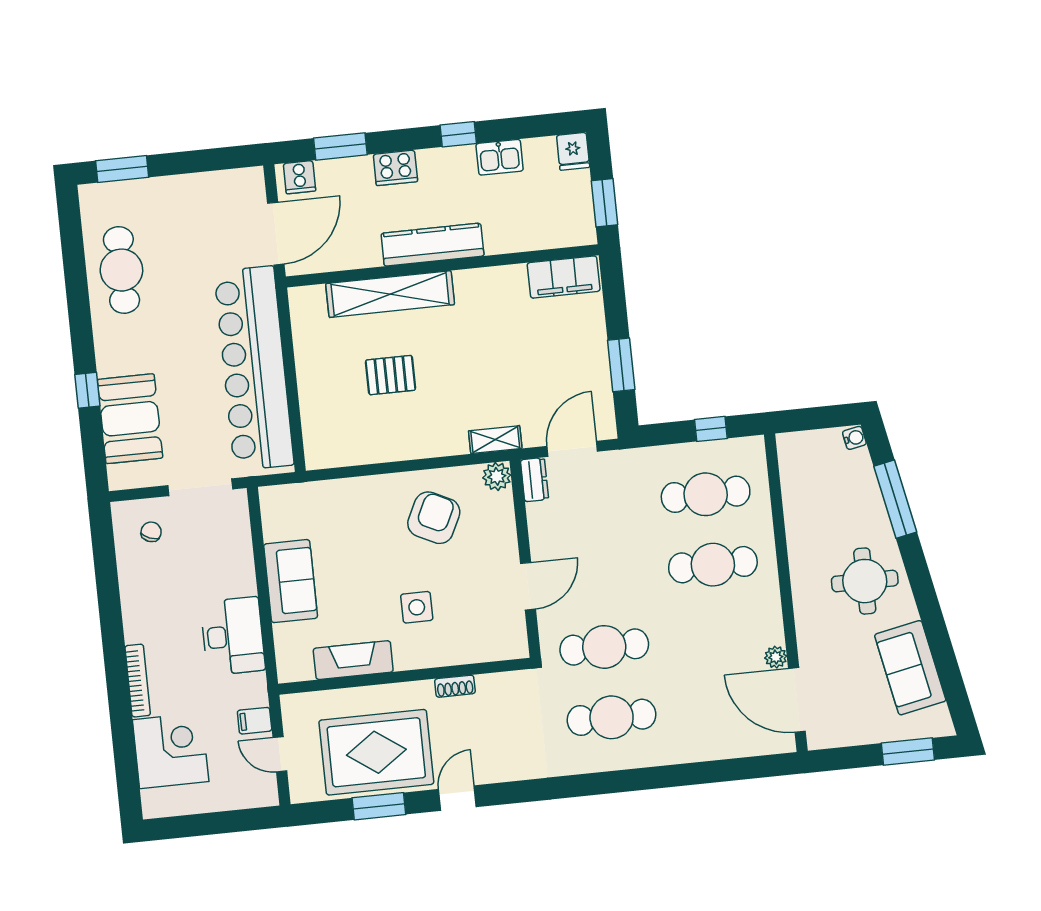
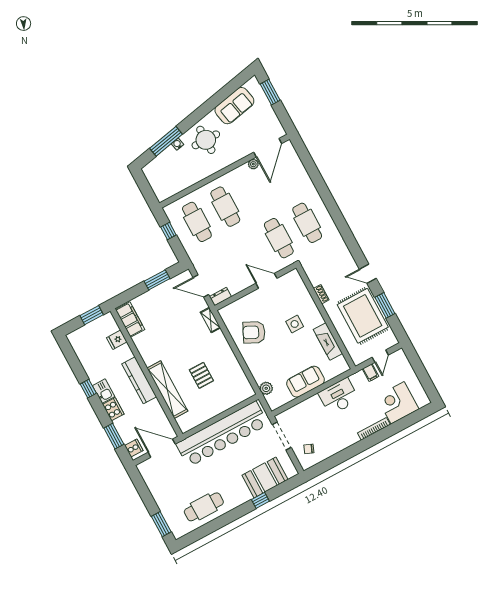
fridge: (573, 151) -> (117, 340), moved, turned 180
kitchen sink: (500, 157) -> (104, 391), moved
water cooler: (854, 438) -> (177, 144), moved
plant: (497, 476) -> (266, 388), moved

